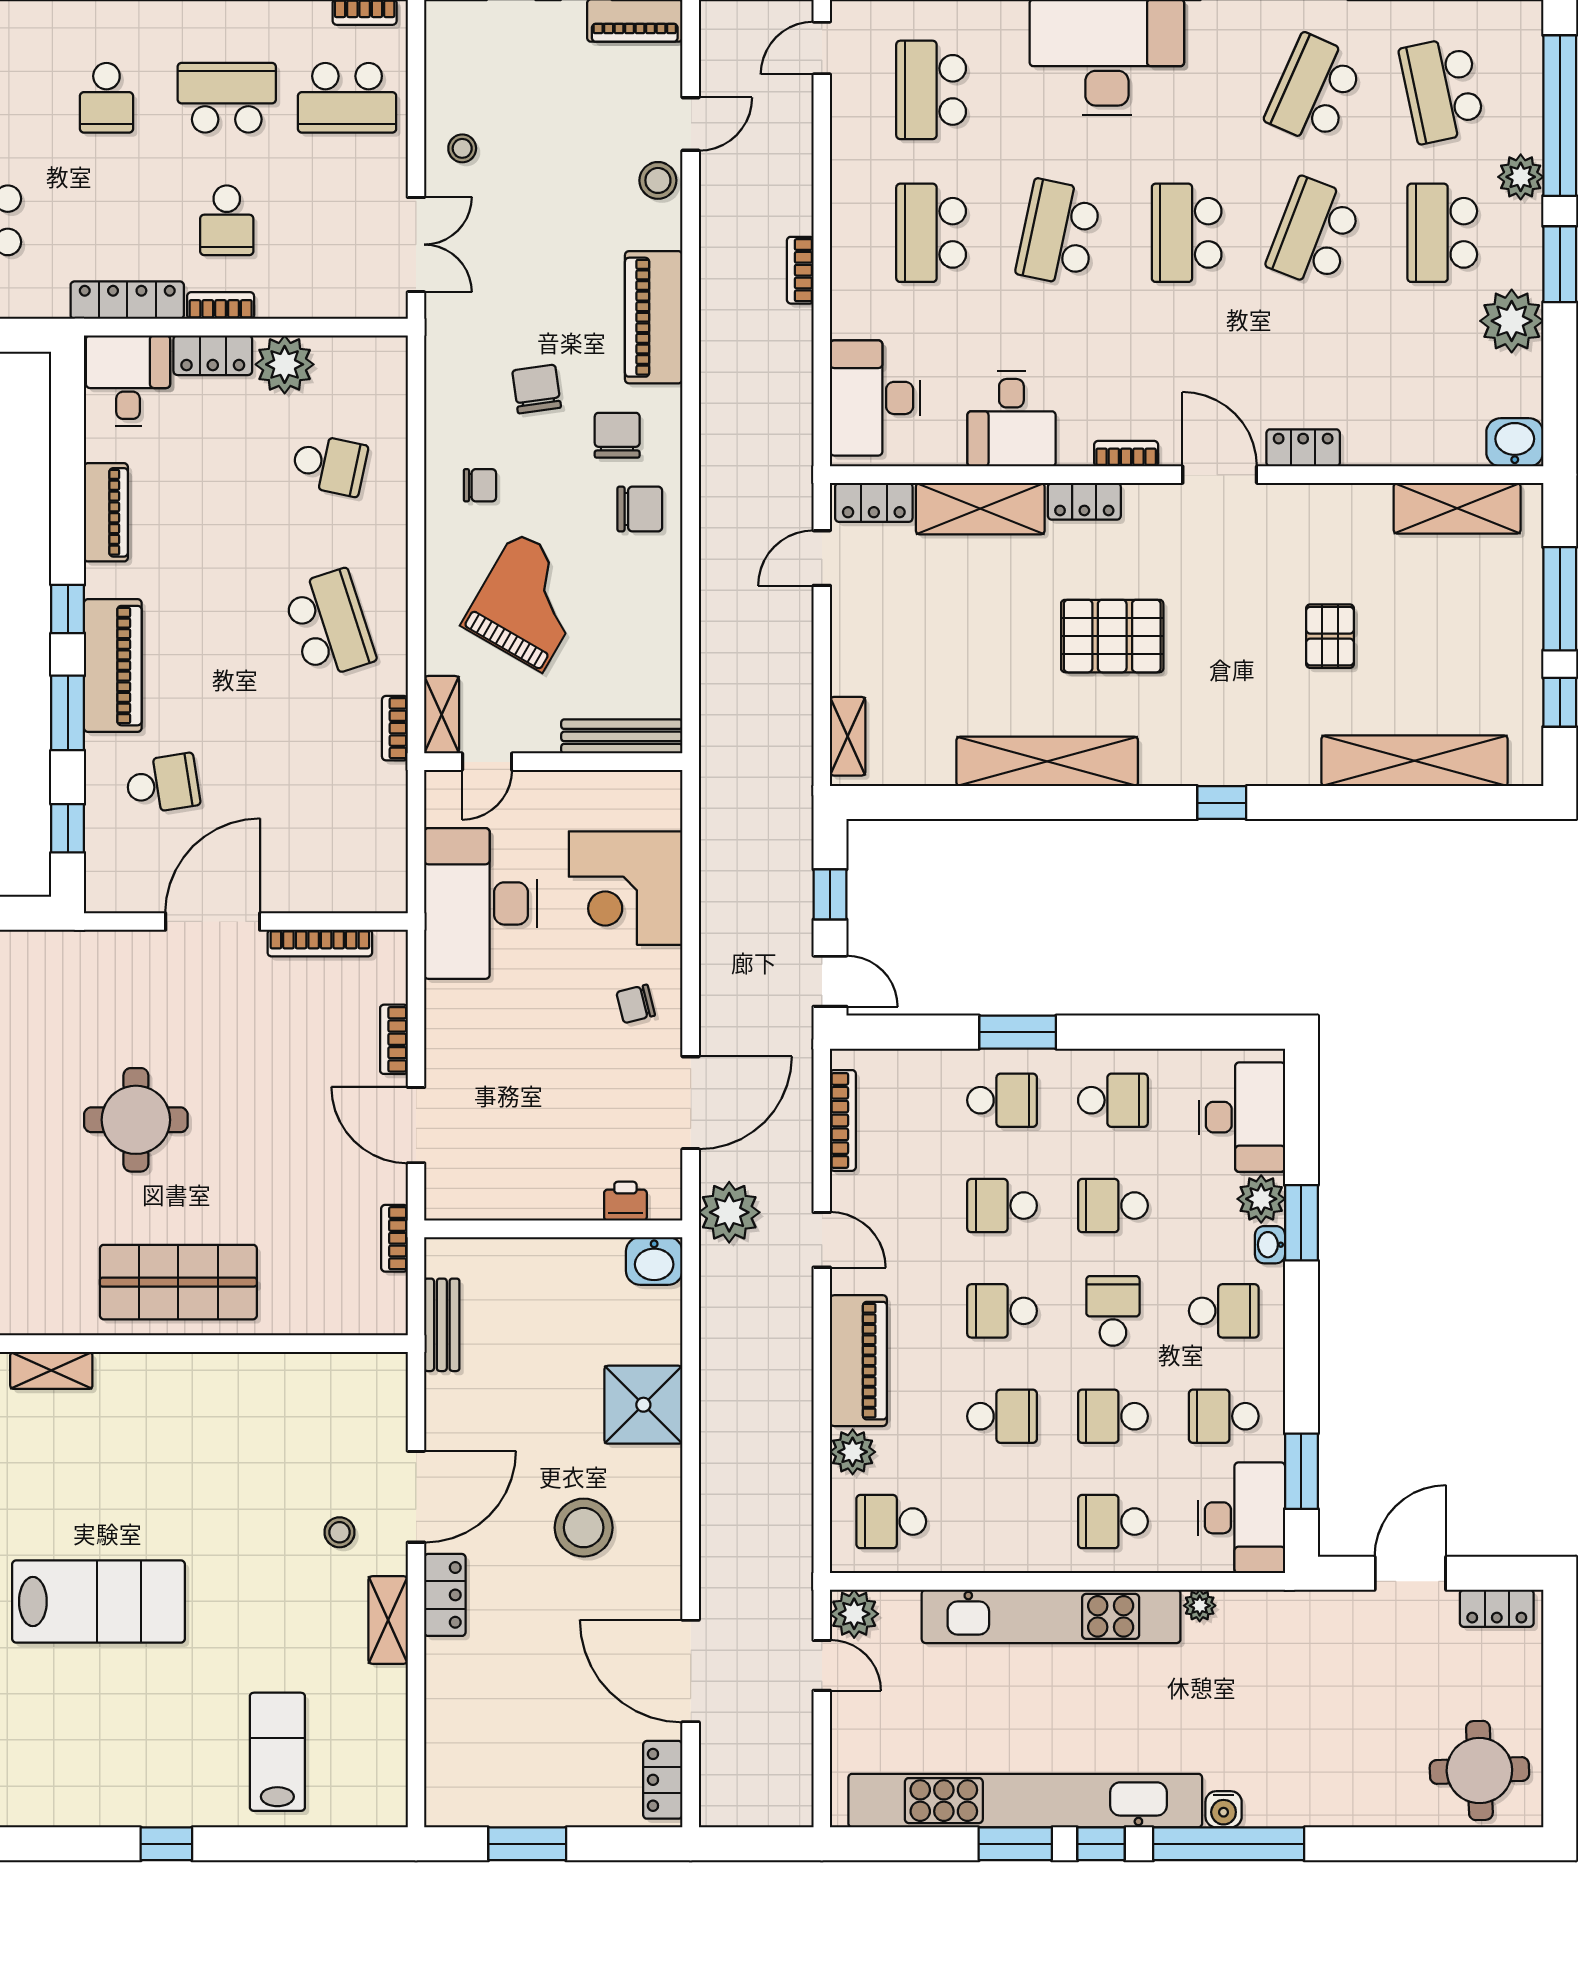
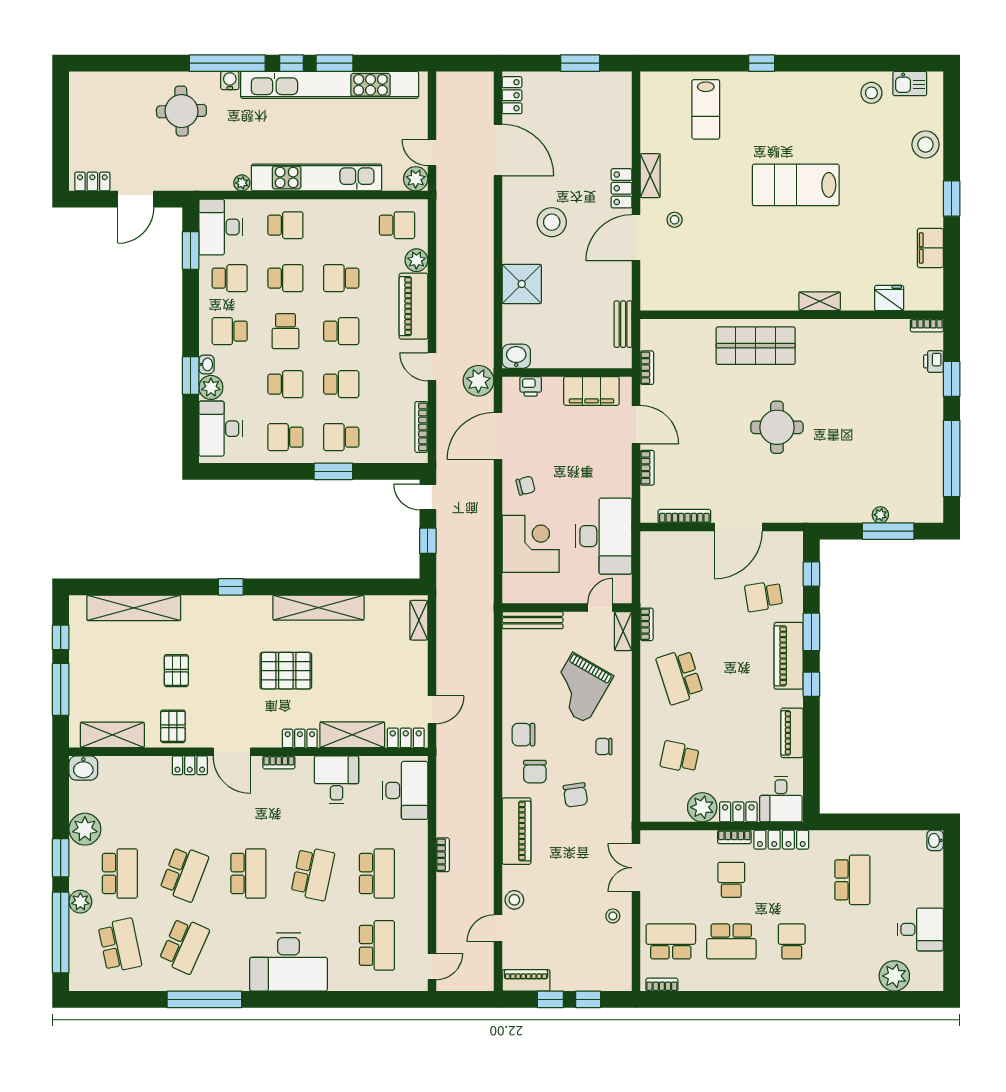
pallet: (1337, 525) -> (173, 726), added
filing cabinet: (505, 1192) -> (591, 391), added
round table: (1479, 1770) -> (181, 111), moved

